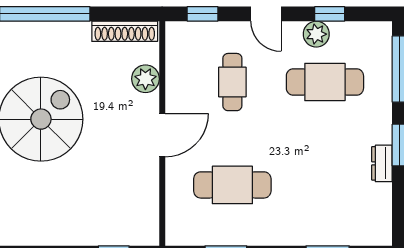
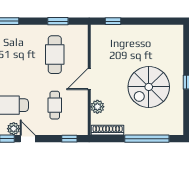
door: (266, 14) -> (28, 139), moved
cafe table: (232, 185) -> (55, 55), turned 90

